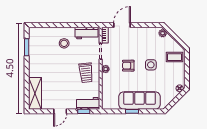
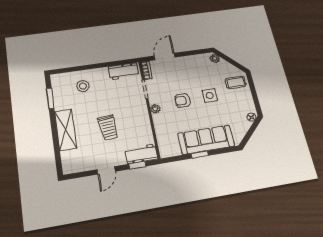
stool: (64, 43) -> (83, 86), moved
trolley: (86, 73) -> (108, 127), moved
shelving: (35, 93) -> (66, 130), moved

